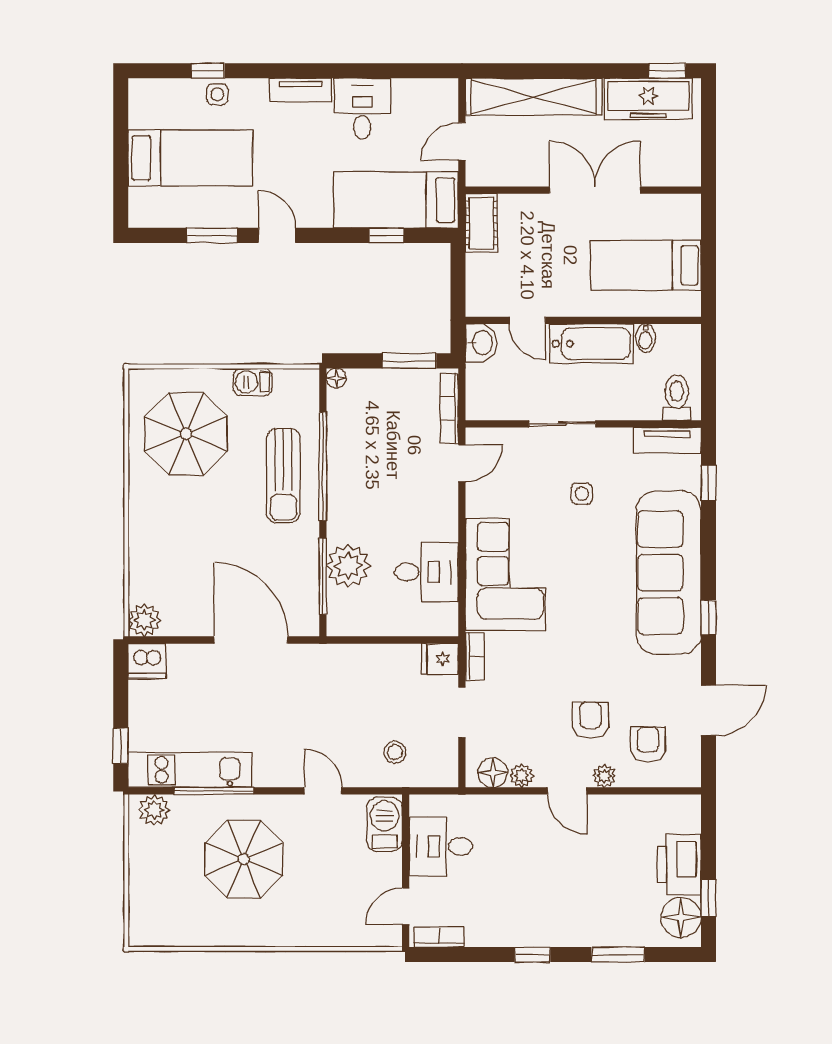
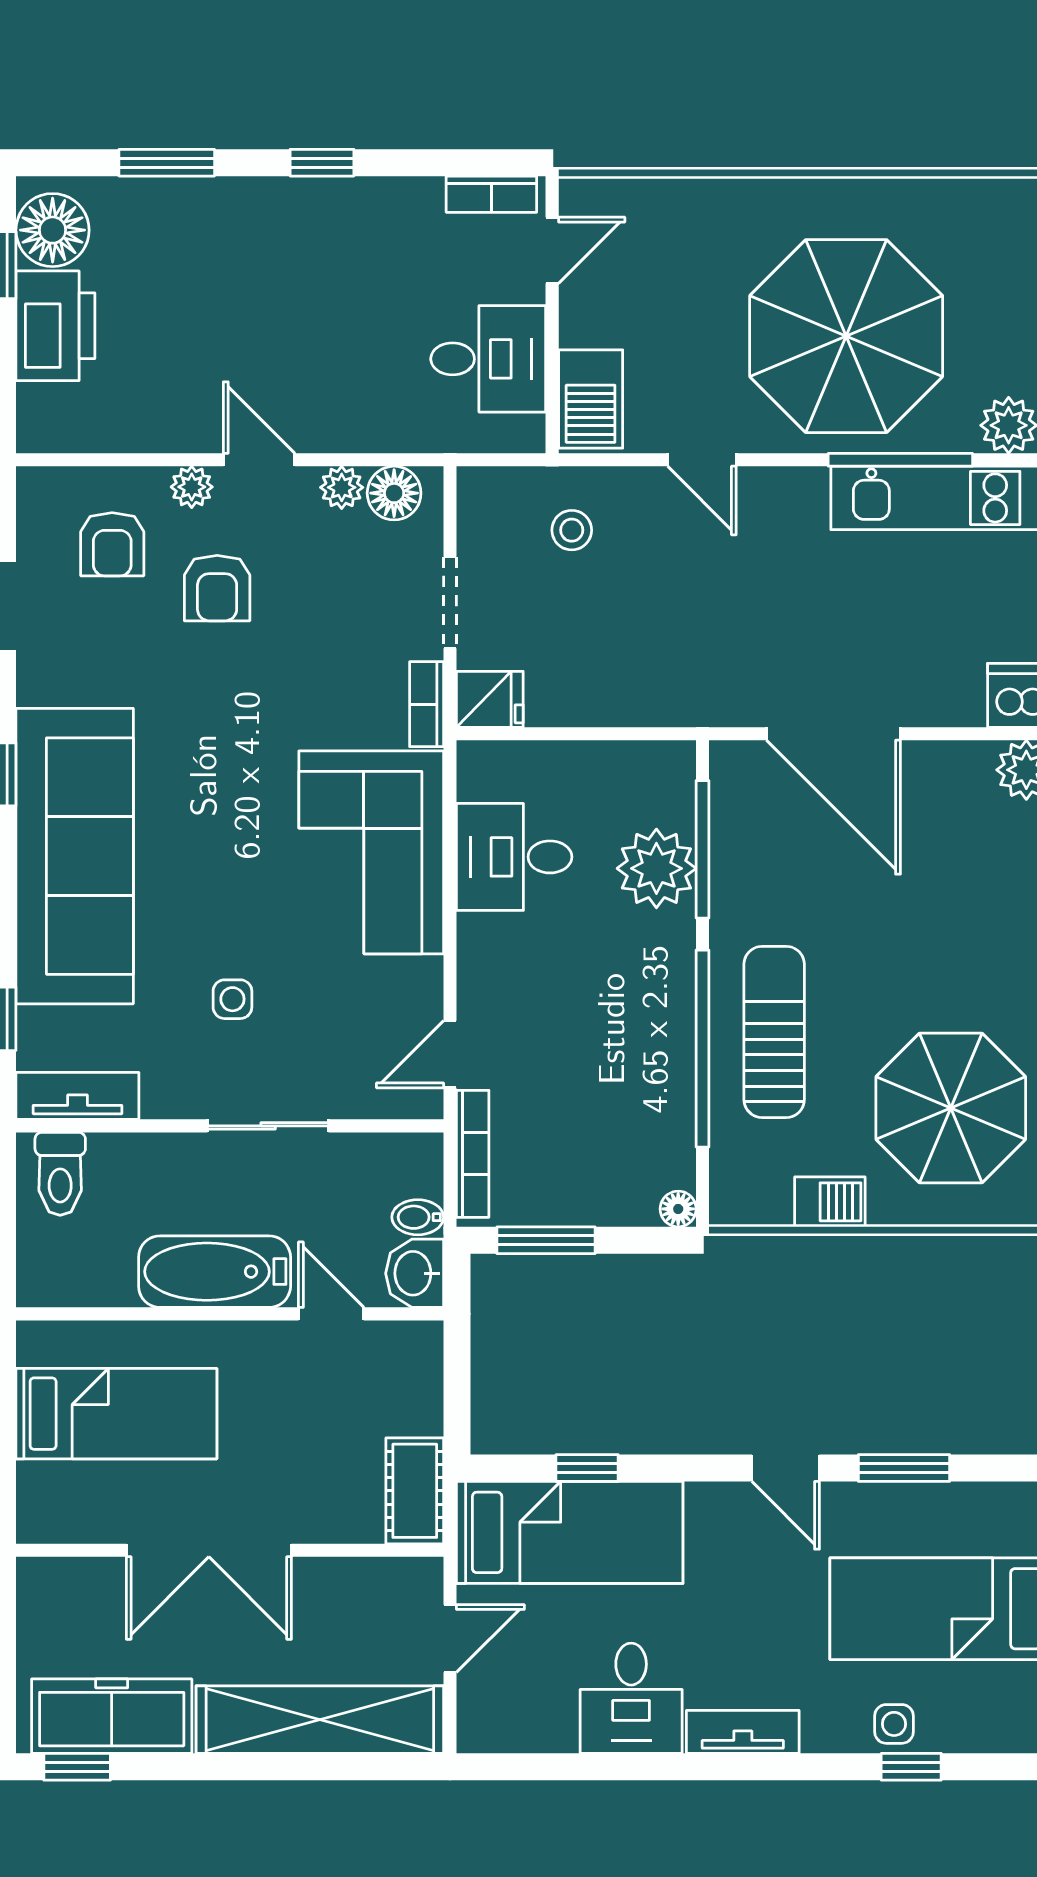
bidet: (646, 338) -> (418, 1217), moved, turned -90
parasol: (244, 859) -> (846, 336), width x1.36, depth x1.36

